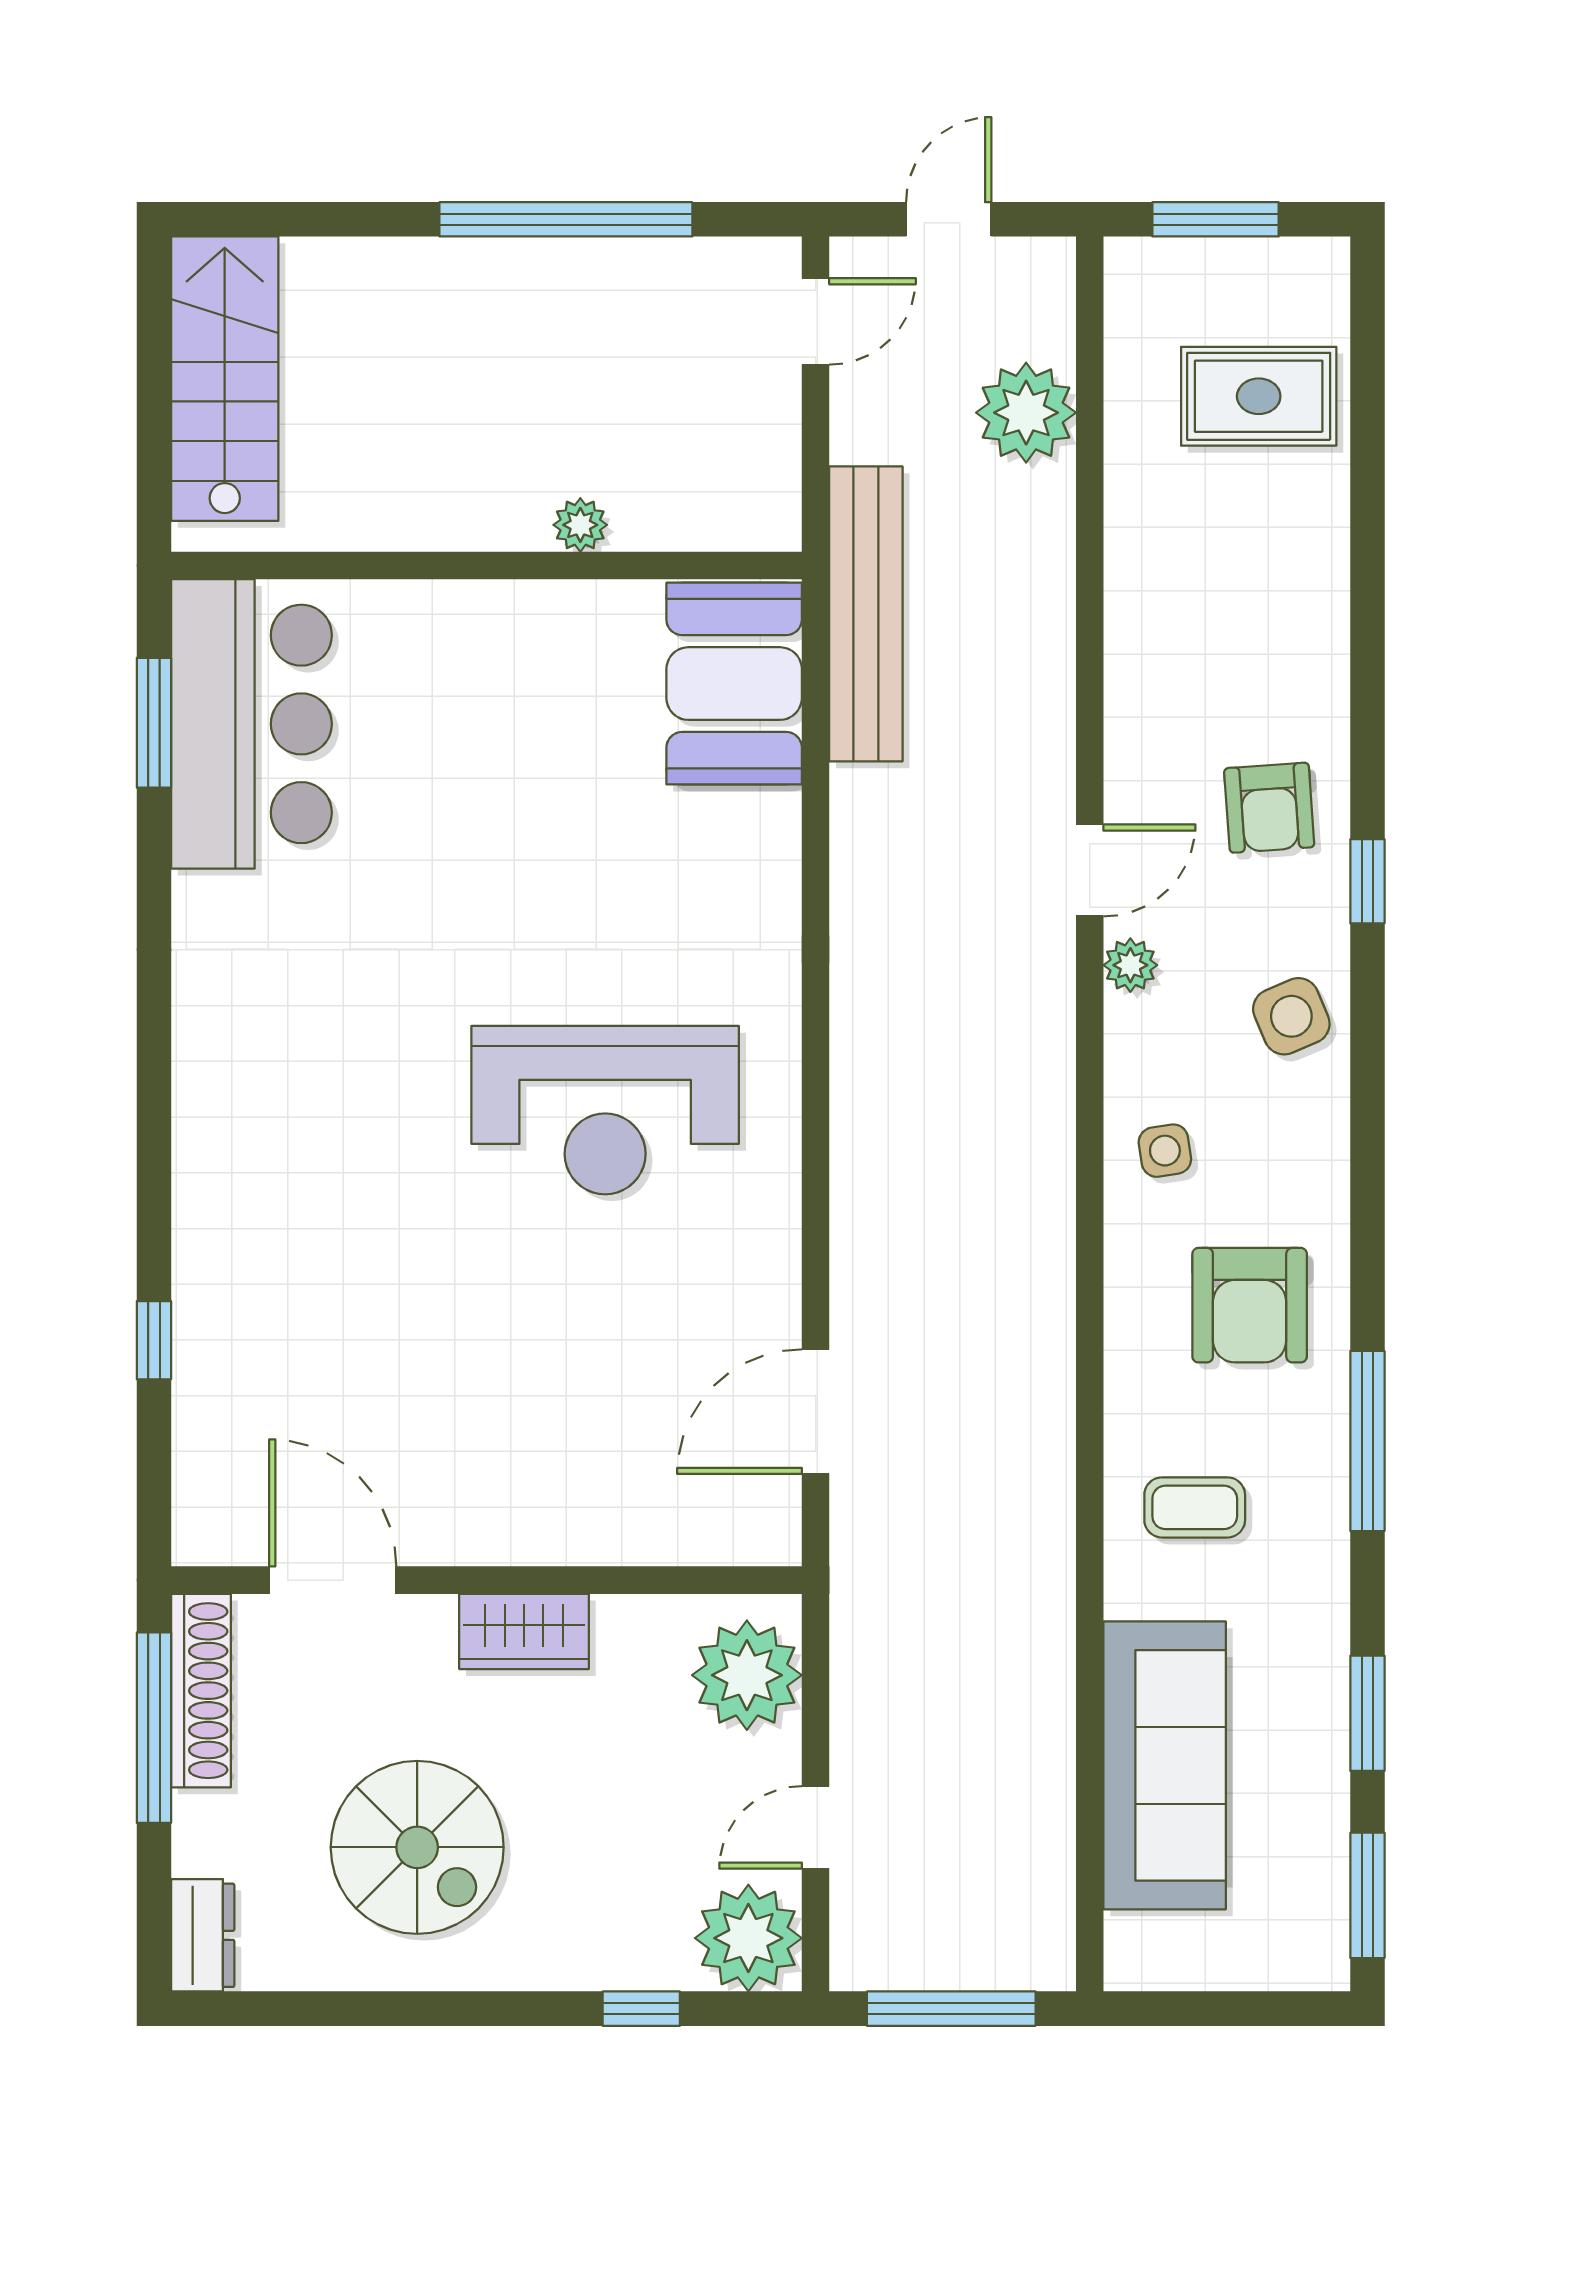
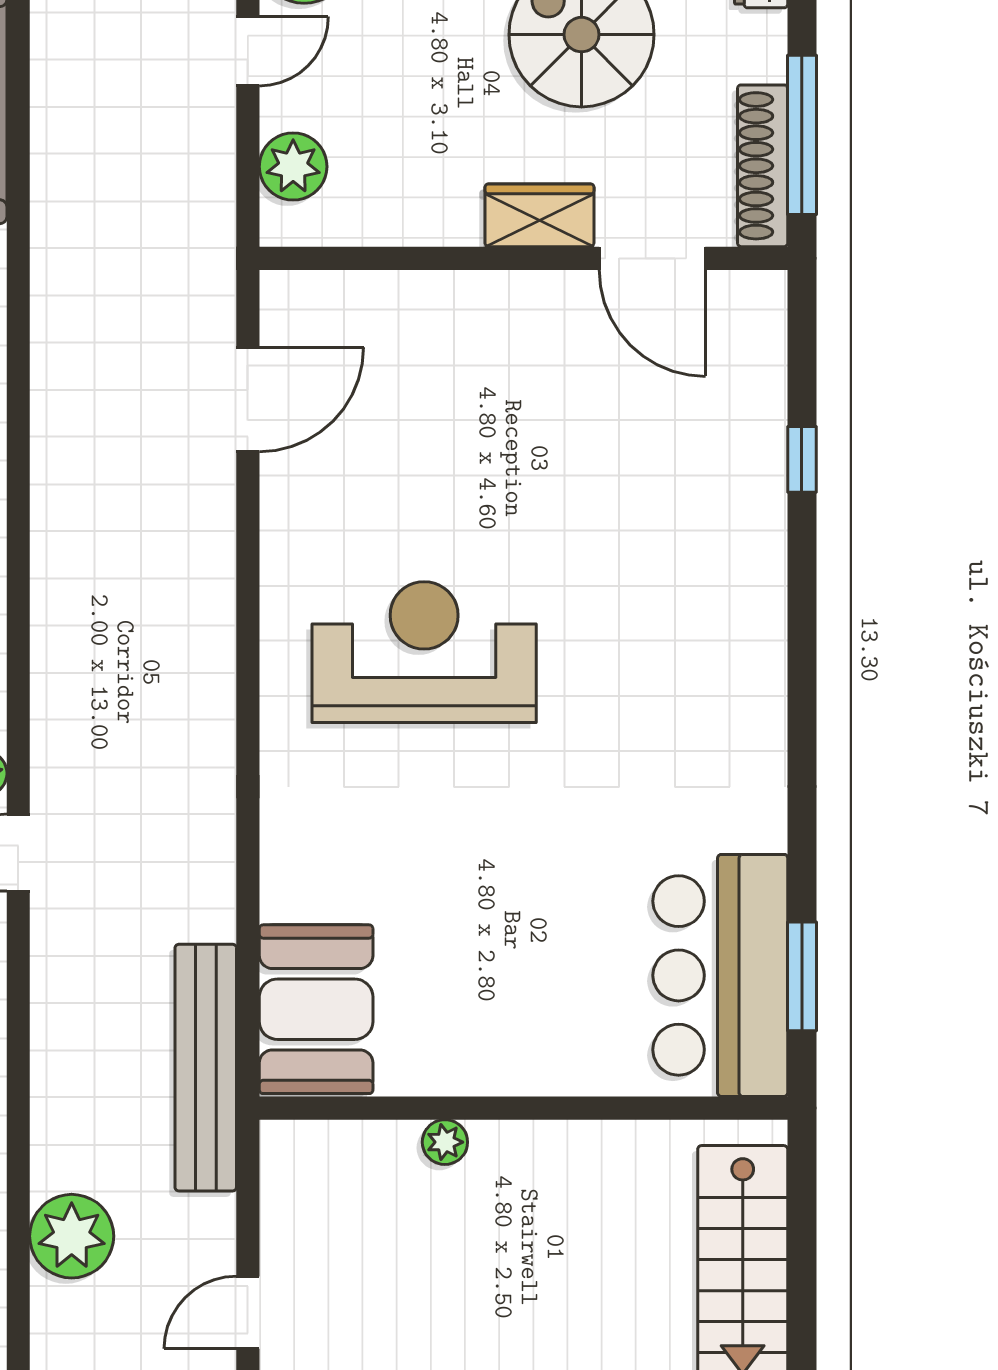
wardrobe: (524, 1631) -> (539, 215), moved
plant: (747, 1675) -> (293, 167), width x0.73, depth x0.73

